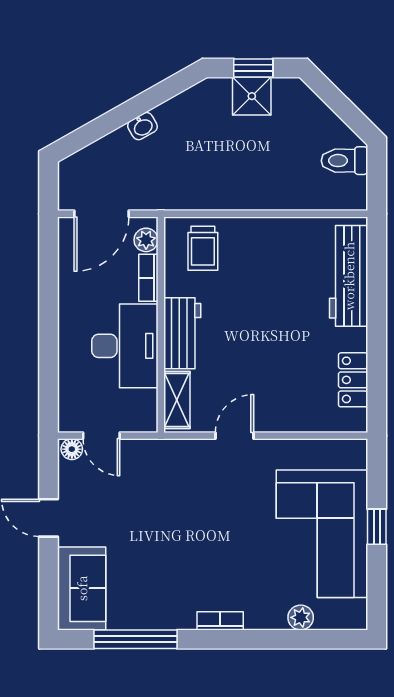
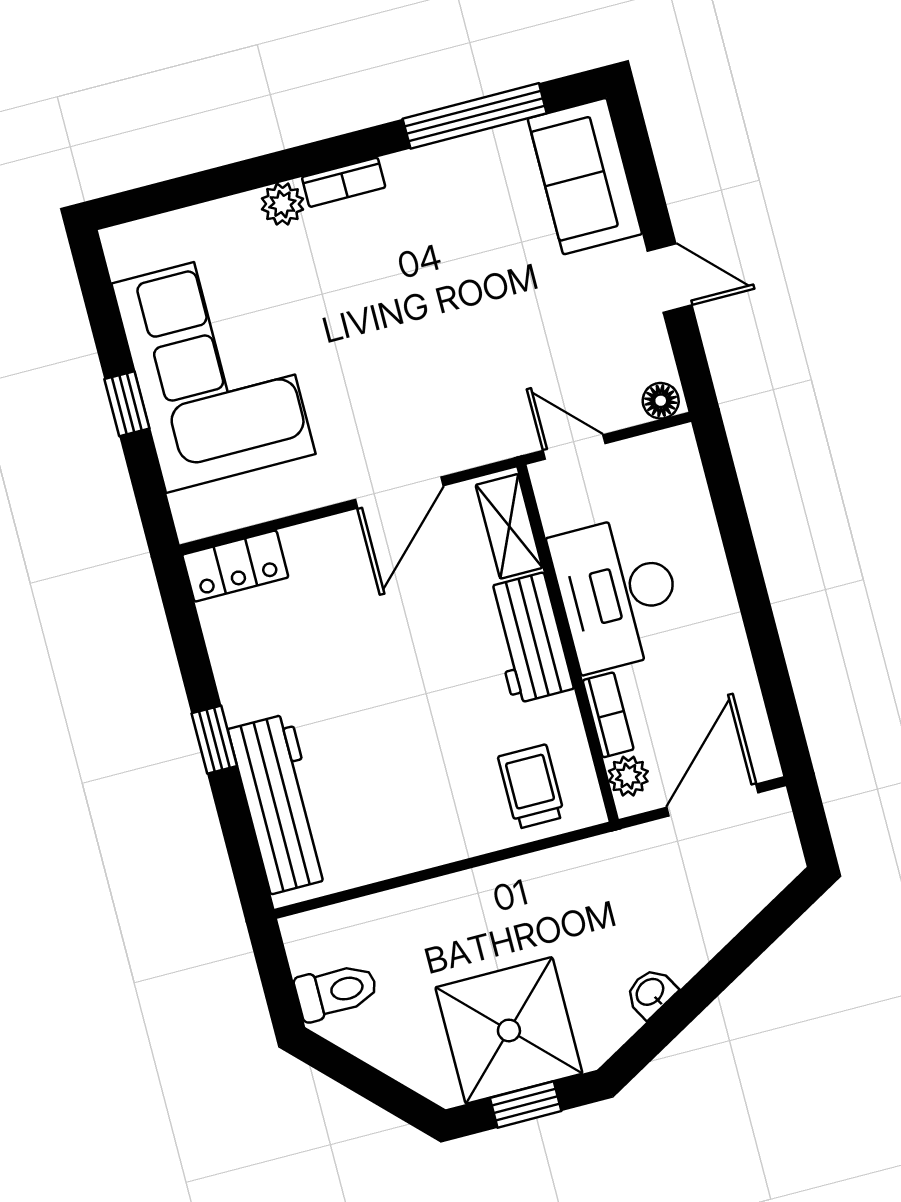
shower: (252, 96) -> (509, 1030), width x1.86, depth x1.86
washbasin: (142, 126) -> (651, 993), moved
window: (377, 322) -> (214, 740), added
locker: (353, 380) -> (235, 566), moved, turned 90
door: (101, 436) -> (574, 447), moved
door: (234, 436) -> (399, 493), width x1.38
plant: (301, 617) -> (282, 204), moved

